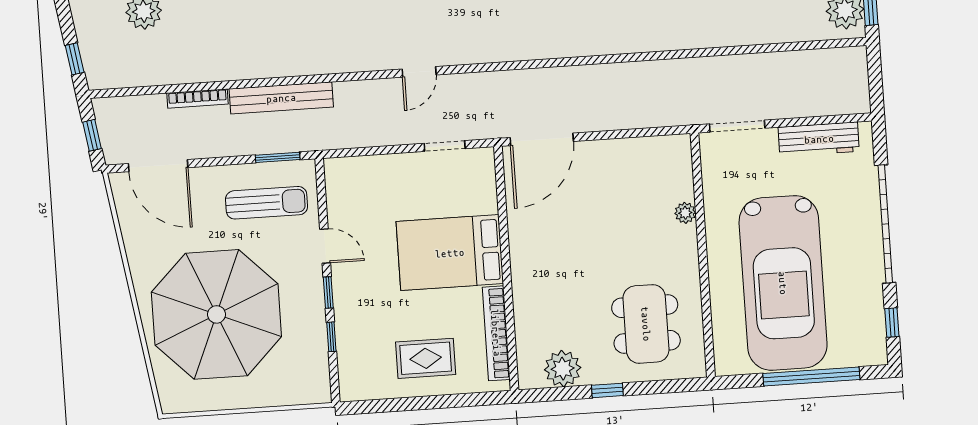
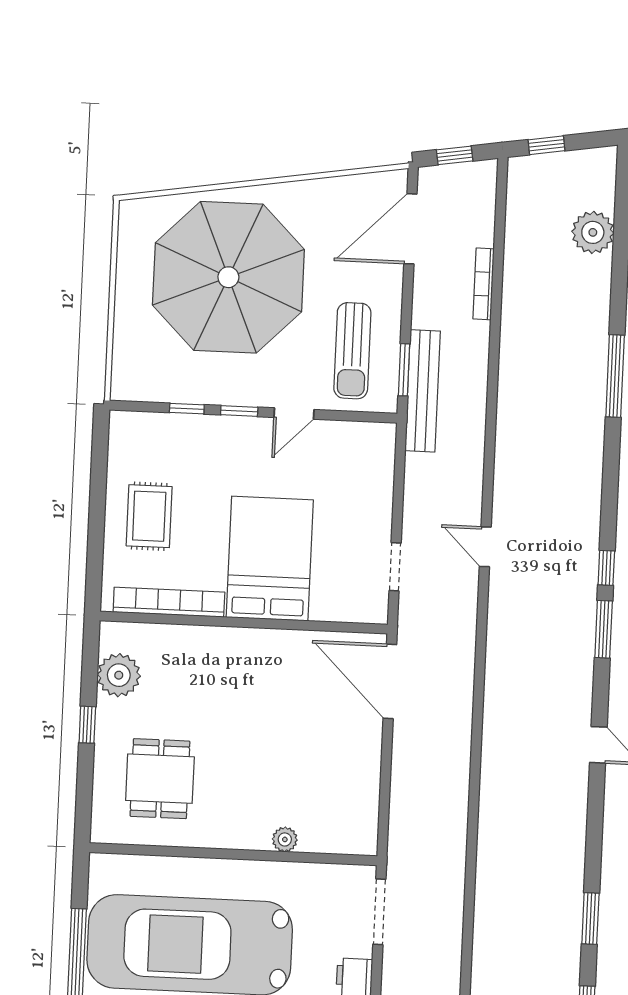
bench: (281, 98) -> (423, 391), moved
dining table: (646, 324) -> (160, 779), width x0.73

